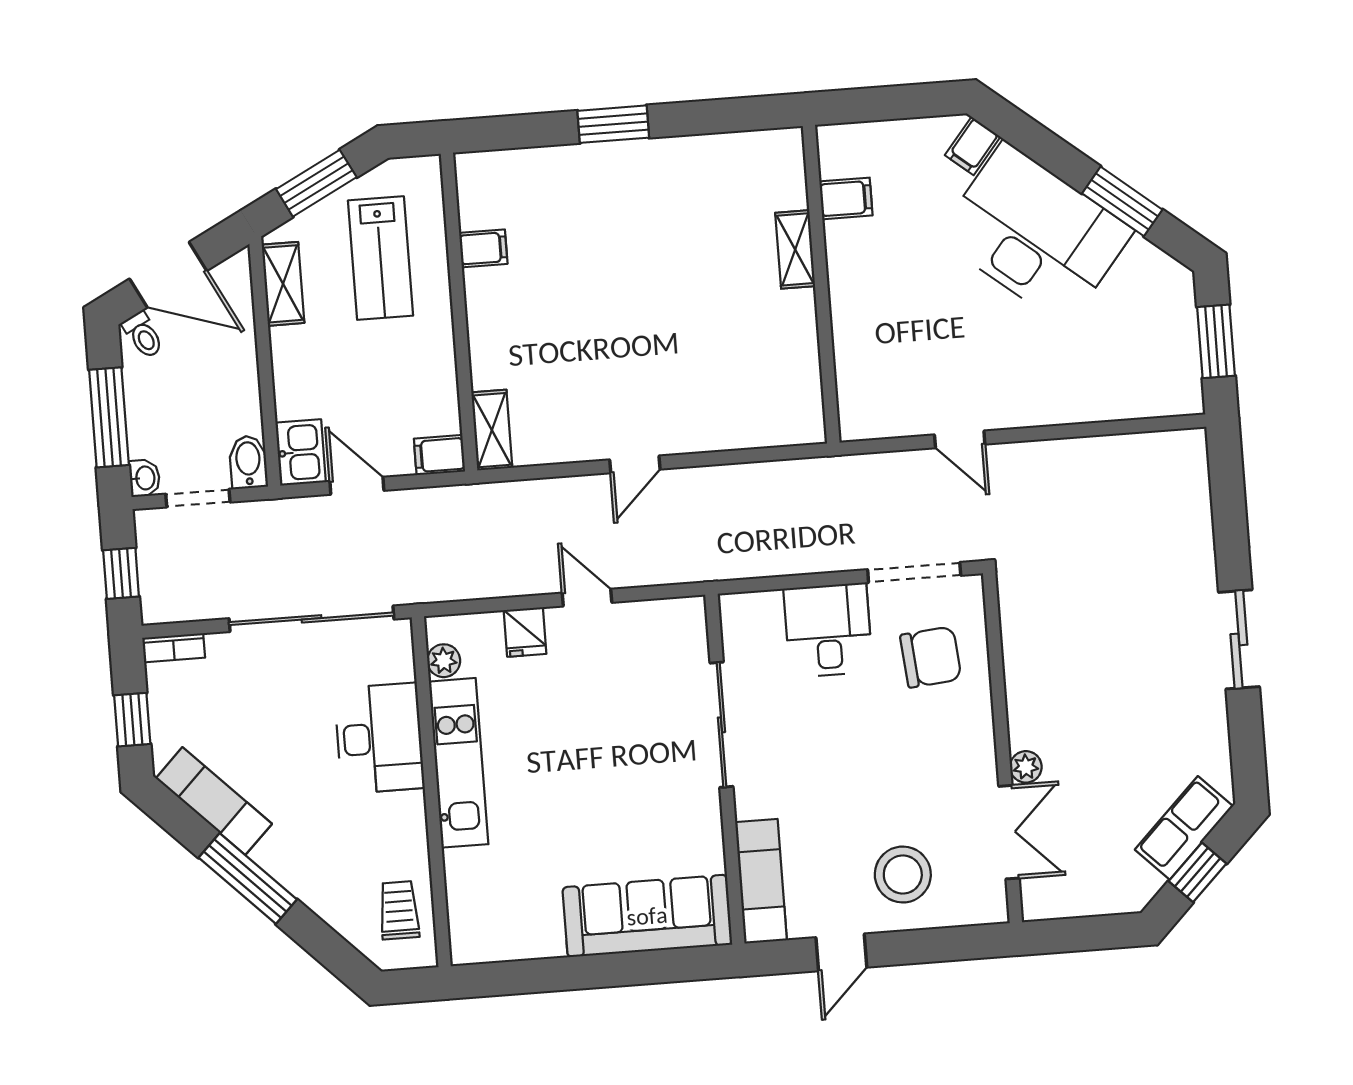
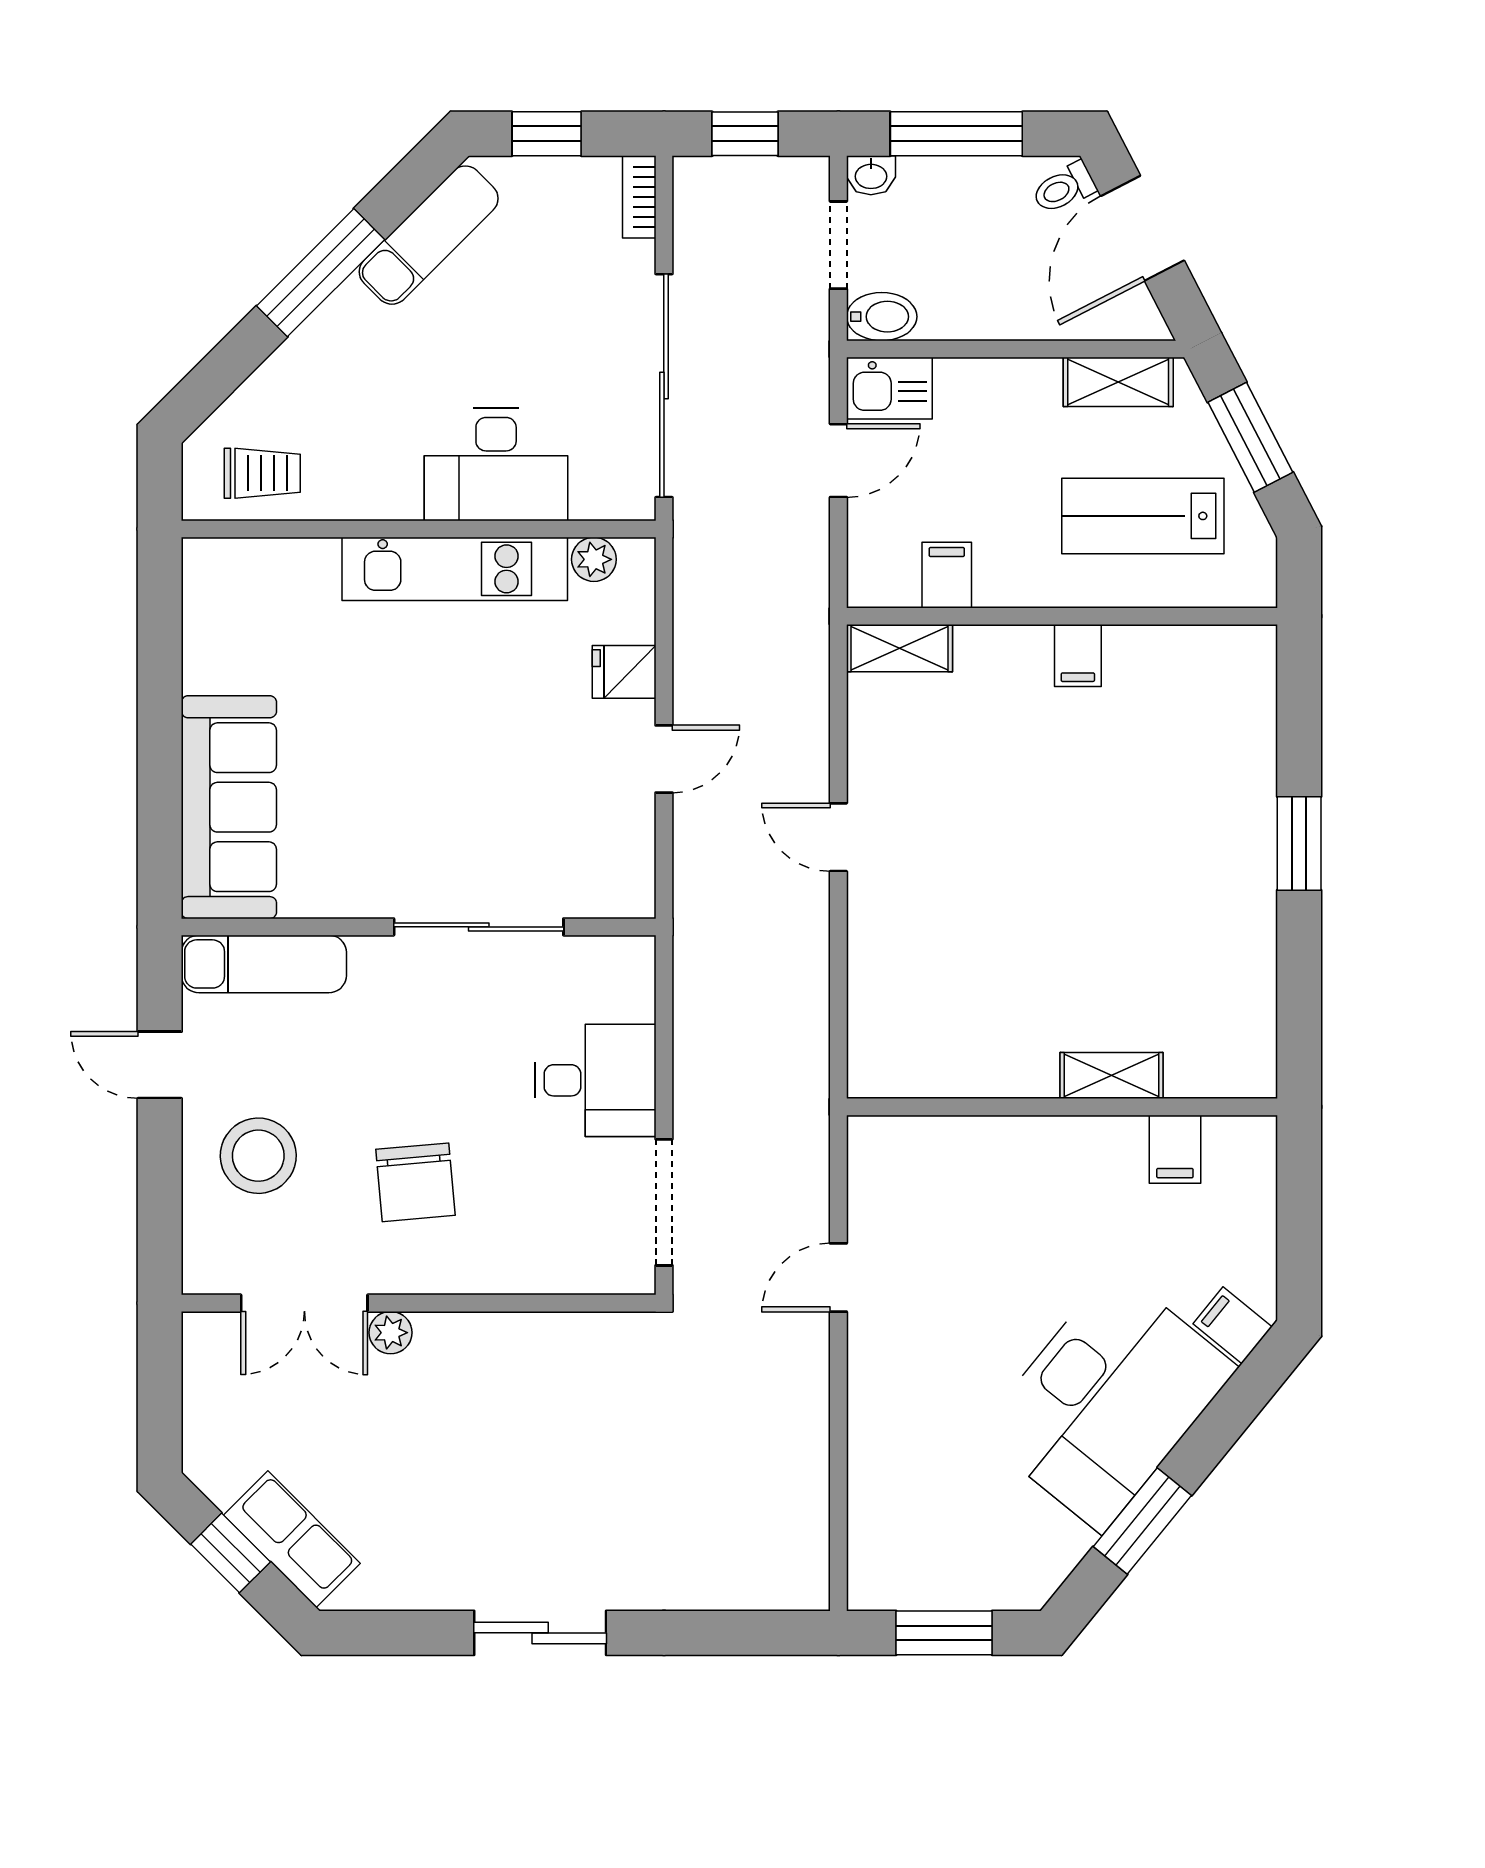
filing cabinet: (483, 248) -> (1078, 655), moved
filing cabinet: (440, 455) -> (947, 575), moved
chair: (931, 657) -> (415, 1182), moved

